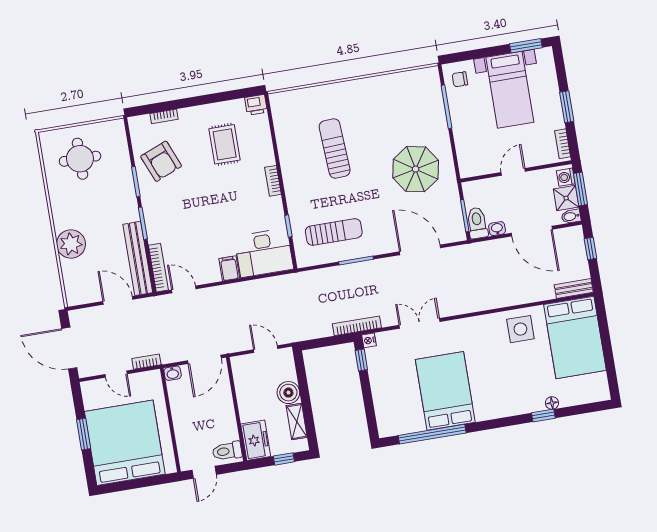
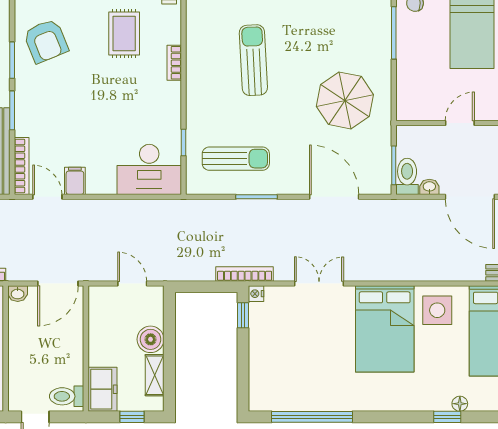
bookcase: (273, 181) -> (174, 63), moved
filing cabinet: (229, 268) -> (75, 181), moved
bed: (445, 391) -> (385, 329), moved, turned 180

